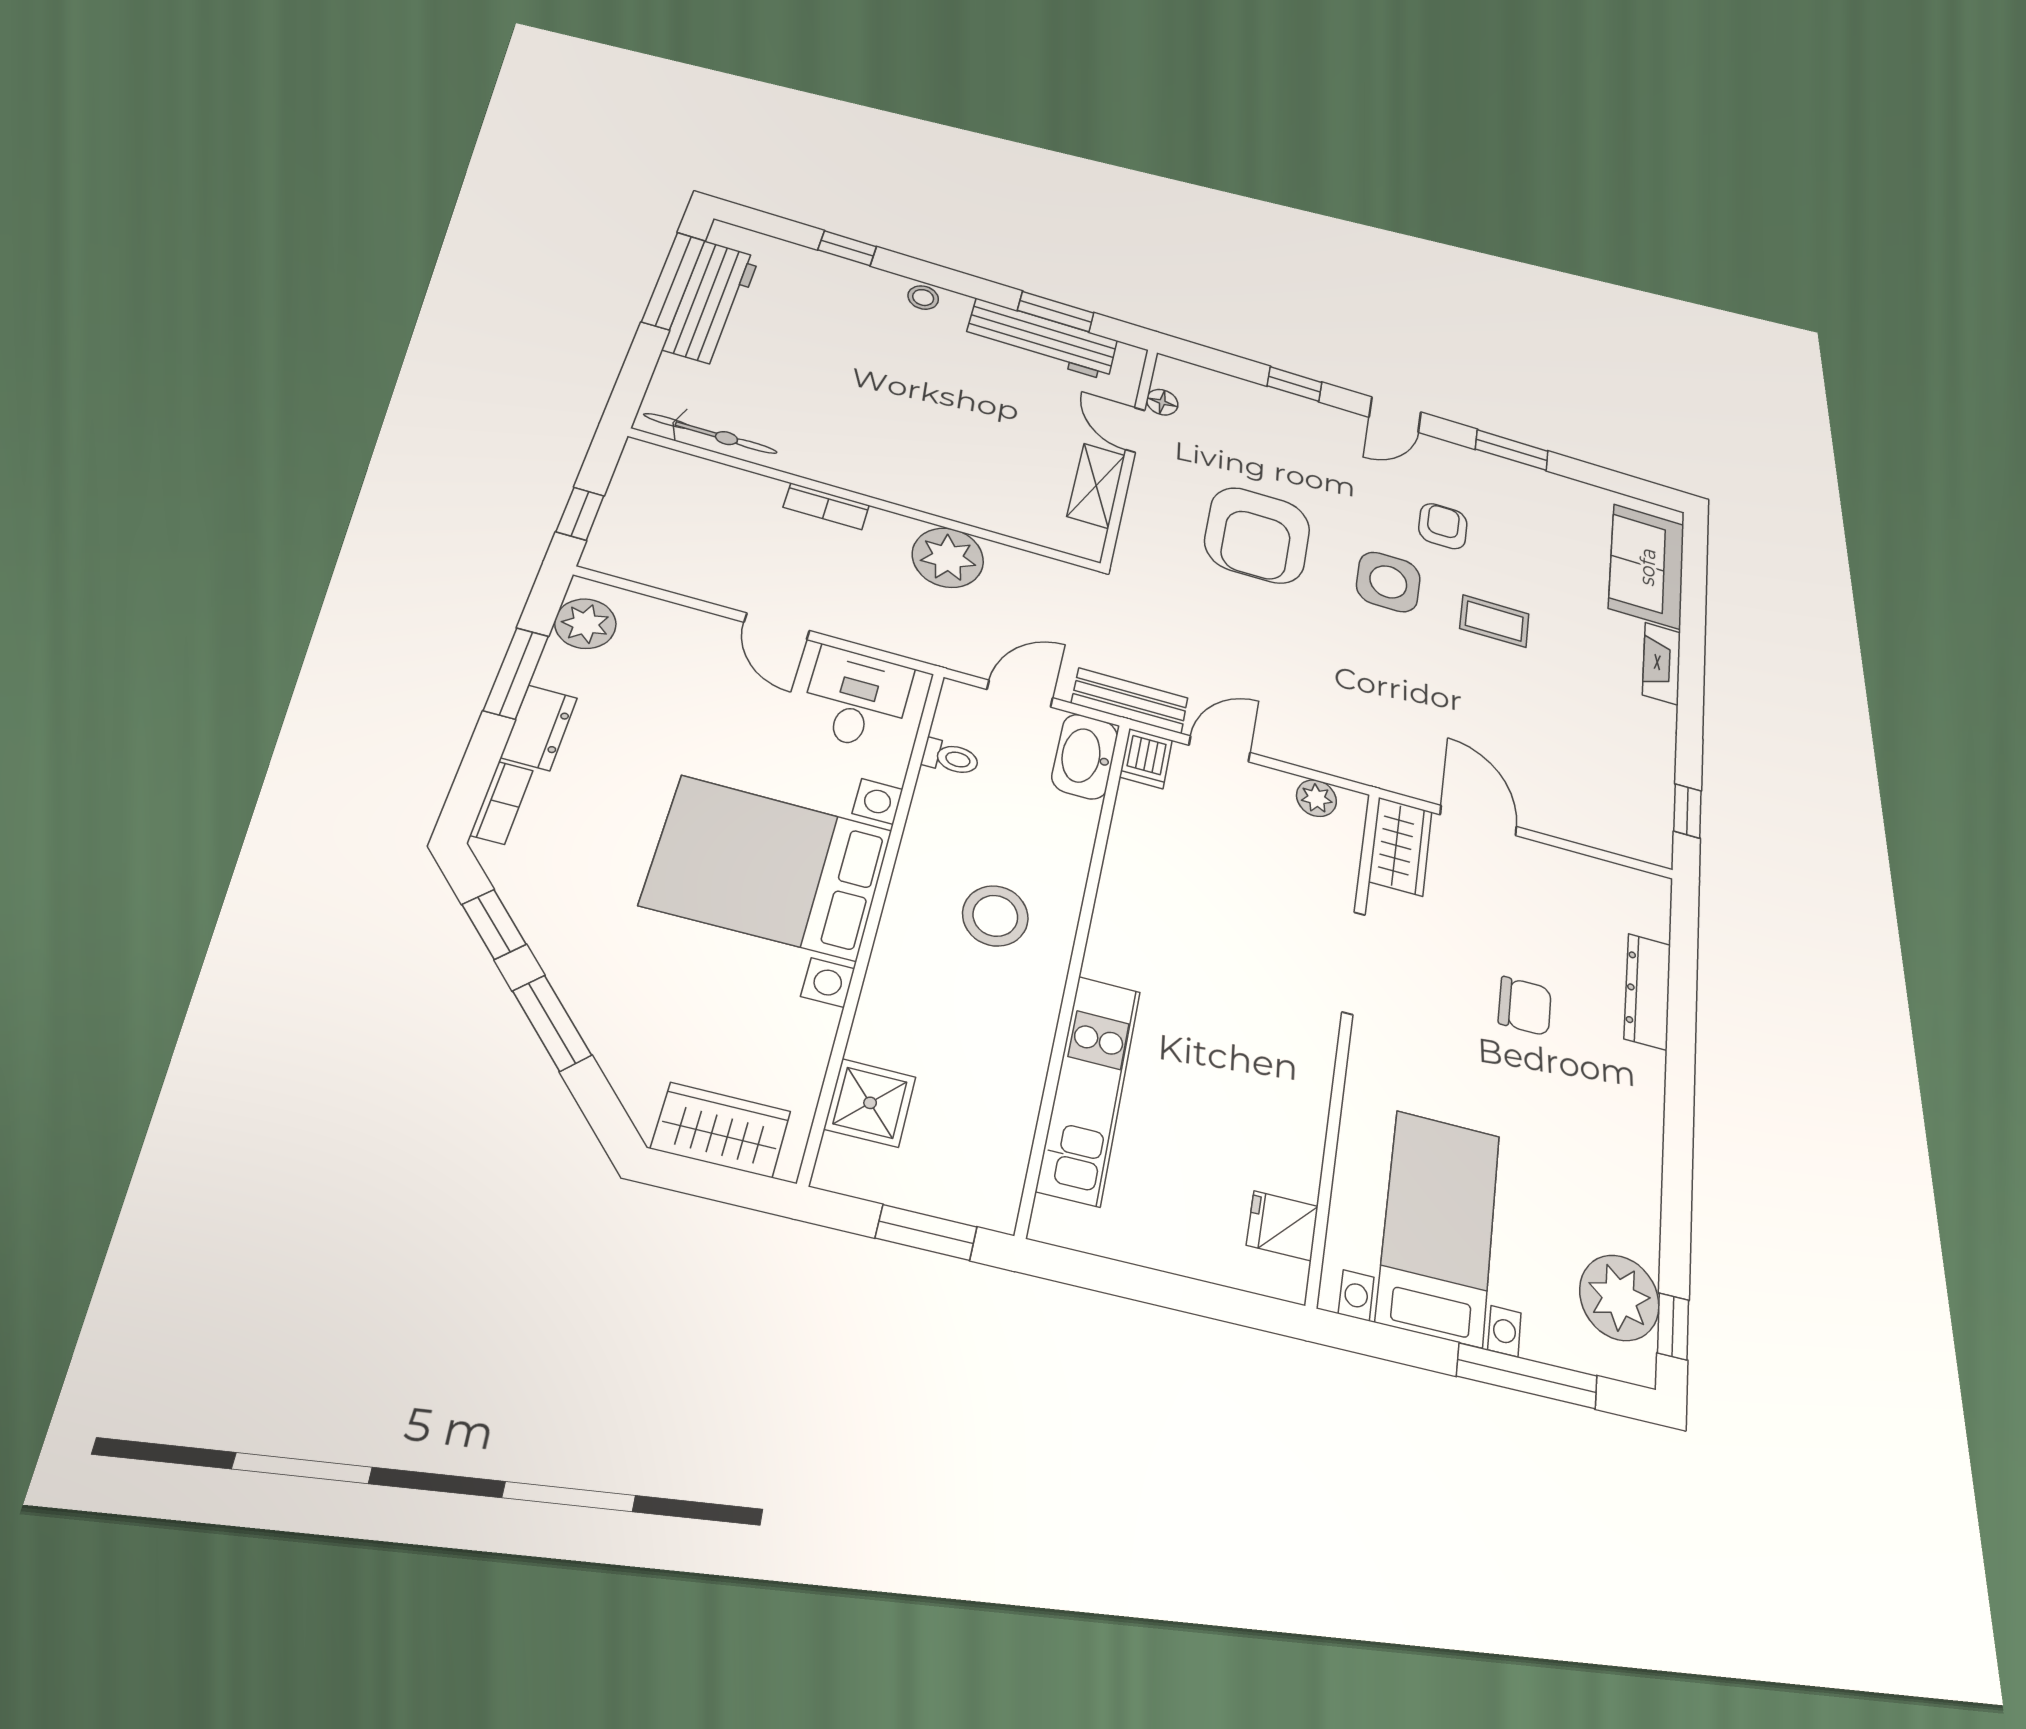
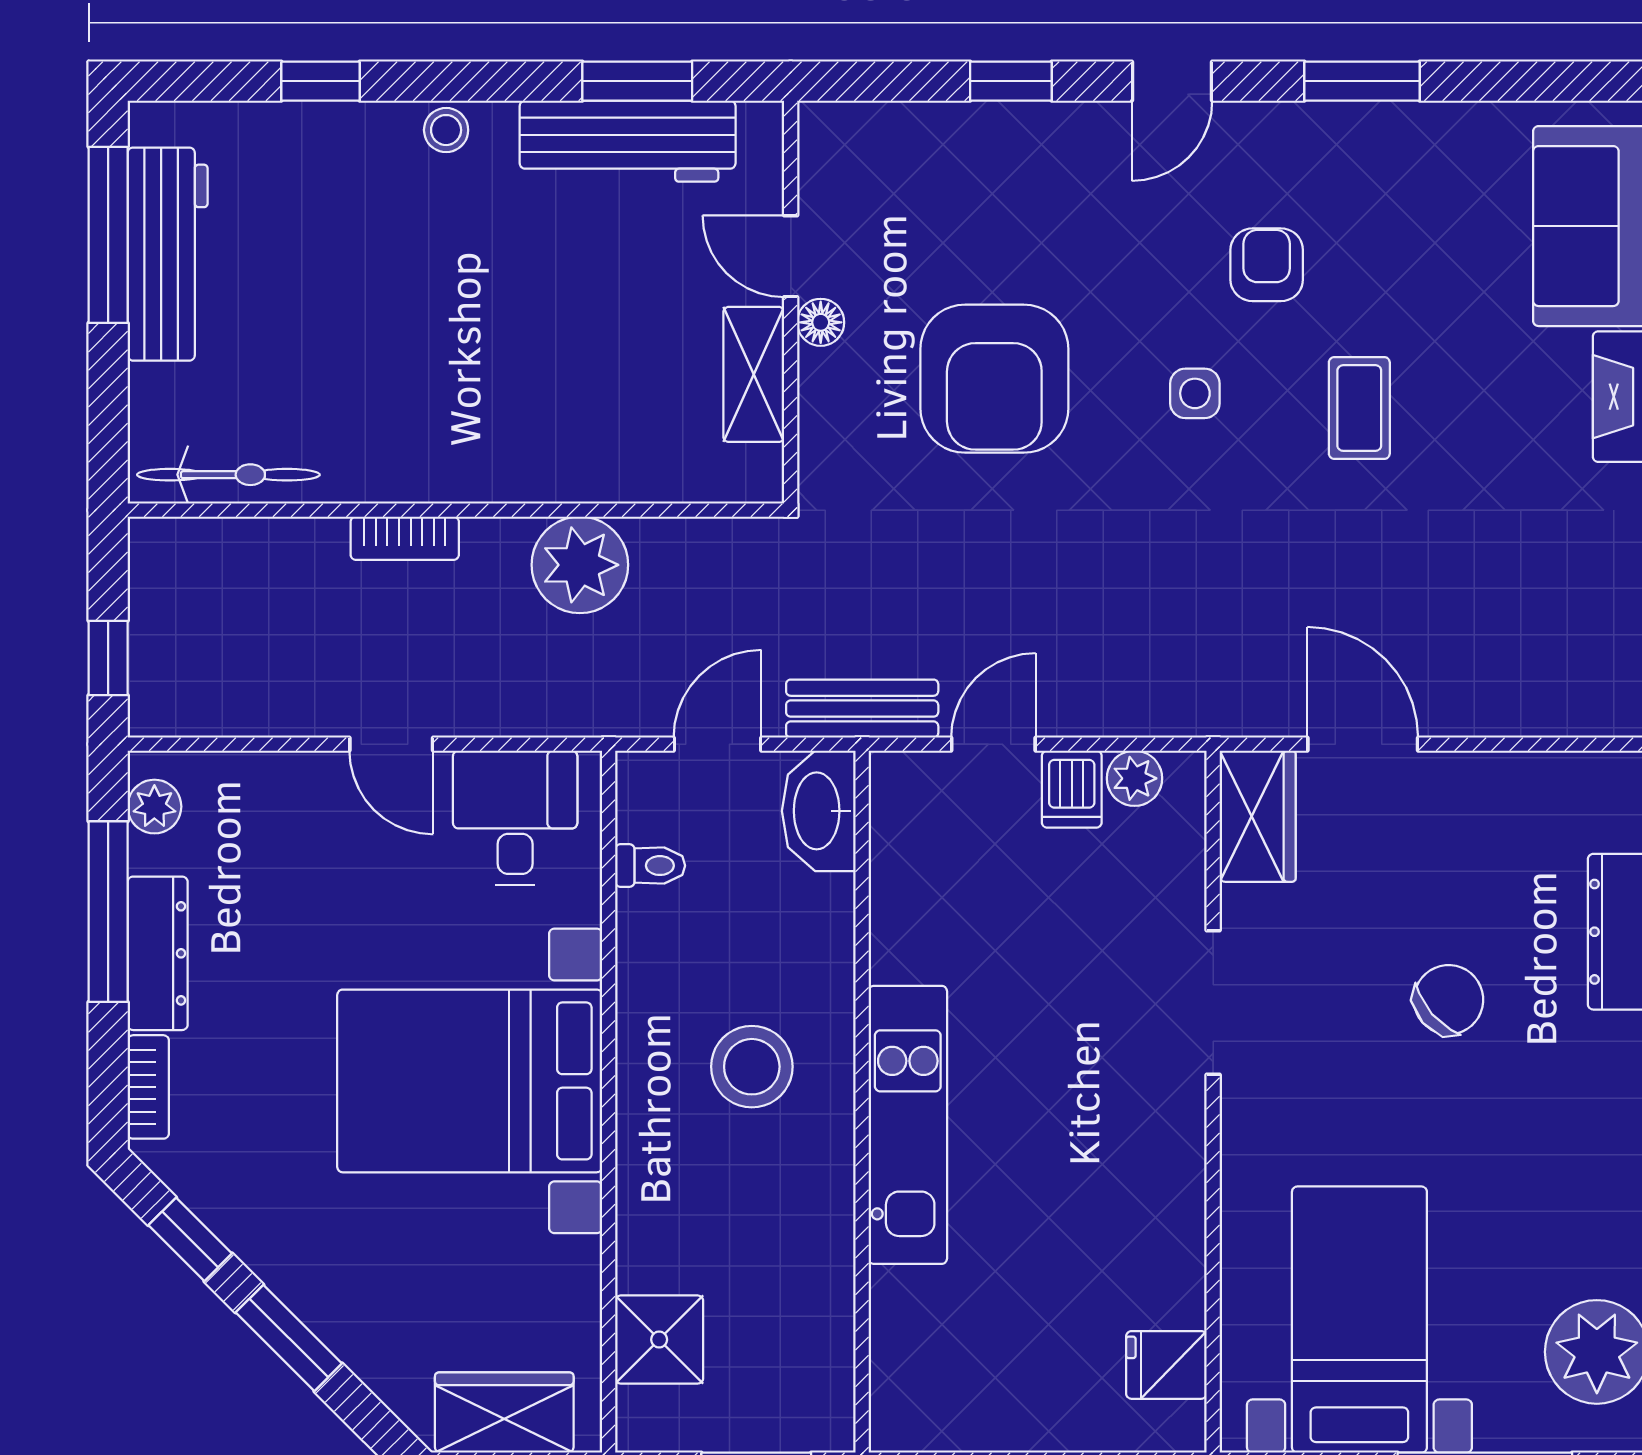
floor lamp: (1162, 402) -> (821, 322), moved
side table: (1388, 582) -> (1195, 393), width x0.54, depth x0.54
coffee table: (1494, 621) -> (1359, 408), turned 90
plant: (585, 624) -> (154, 807), width x0.73, depth x0.73
window: (516, 673) -> (108, 912), width x1.44
dresser: (539, 728) -> (158, 953), width x1.44
dishwasher: (1146, 758) -> (1072, 789), moved
chair: (1525, 1006) -> (1449, 1000), turned -41
kitchen unit: (1089, 1089) -> (908, 1125), moved

